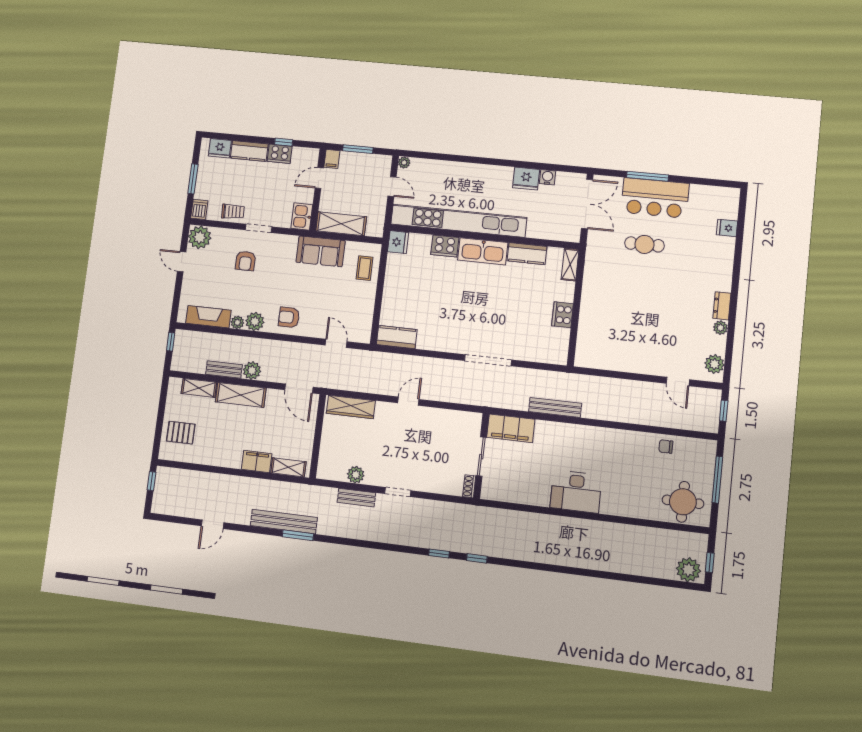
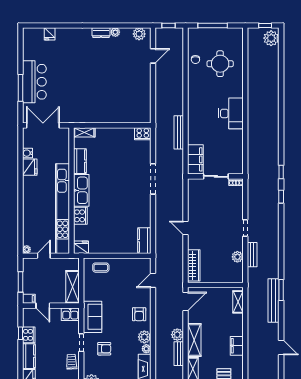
cafe table: (644, 244) -> (66, 86), removed
sofa: (320, 251) -> (93, 317), moved
cooker: (563, 315) -> (143, 134), moved
filing cabinet: (257, 461) -> (237, 346), moved
round table: (683, 502) -> (220, 64), moved

